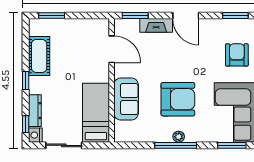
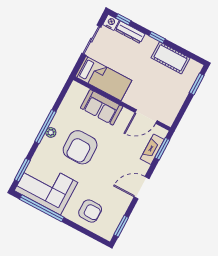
fireplace: (156, 25) -> (152, 149), moved

